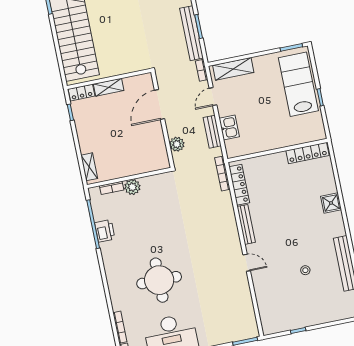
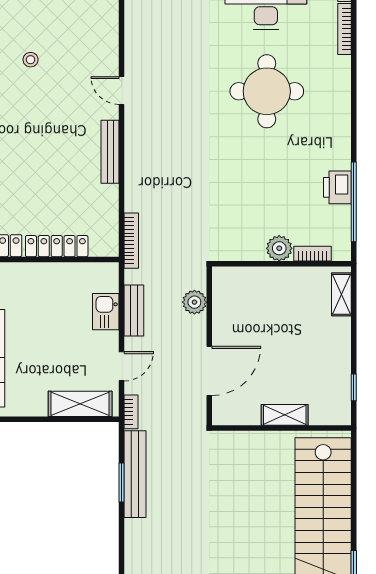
locker: (81, 93) -> (330, 415), removed
locker: (239, 185) -> (57, 246), moved, turned 90

